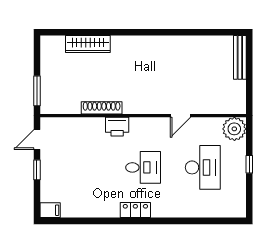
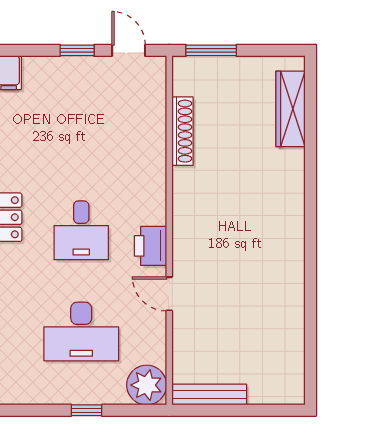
wardrobe: (88, 44) -> (291, 109), moved
bench: (240, 57) -> (209, 394), moved
shoe rack: (102, 108) -> (182, 131), moved
printer: (117, 127) -> (150, 246), moved

